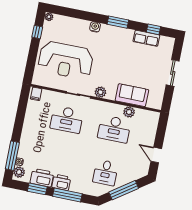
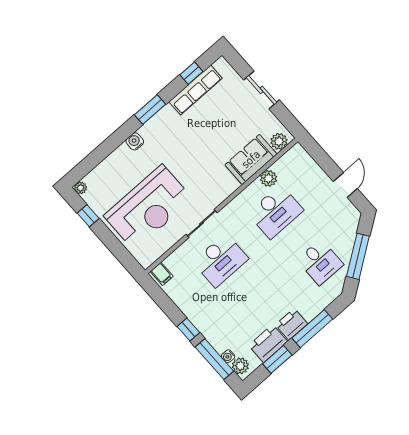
row of seats: (146, 38) -> (196, 90), width x1.48
plant: (100, 92) -> (279, 141), moved
window: (17, 130) -> (188, 330), added
door: (156, 155) -> (345, 185), swing flipped

